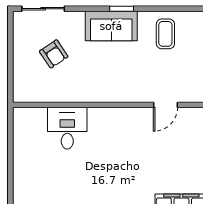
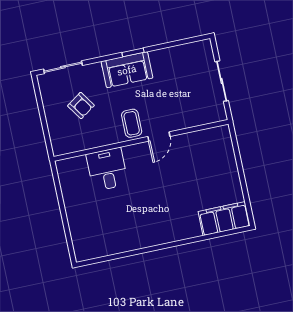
coffee table: (165, 34) -> (132, 123), moved
door: (165, 105) -> (159, 137), moved

